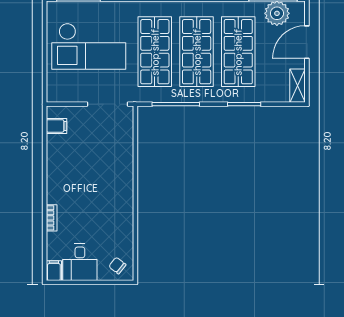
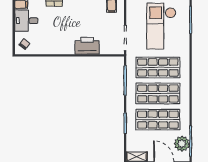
printer: (120, 165) -> (87, 46), added

